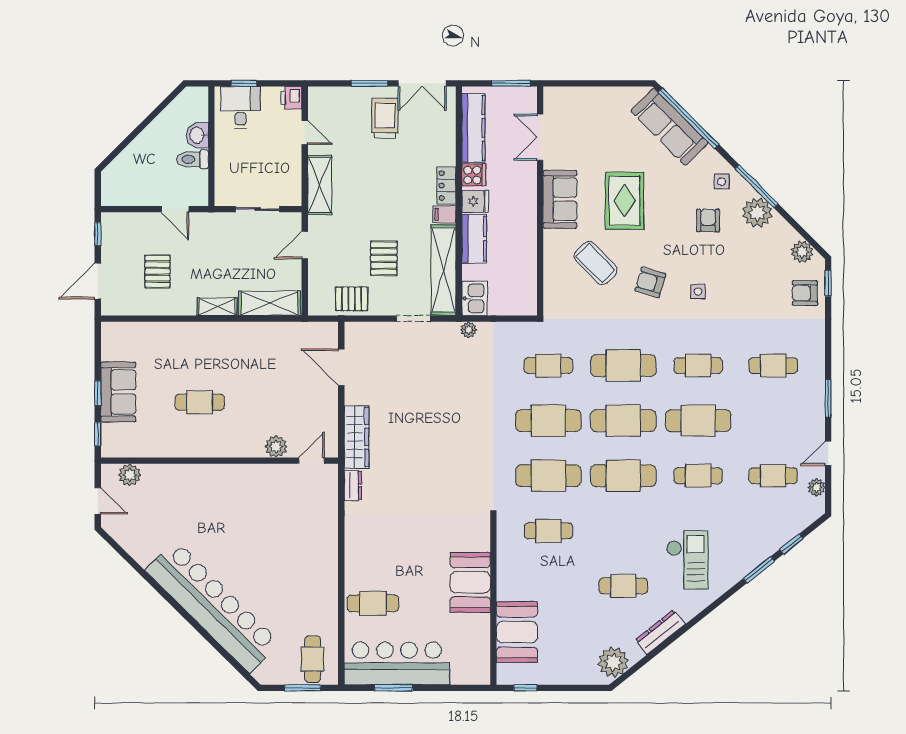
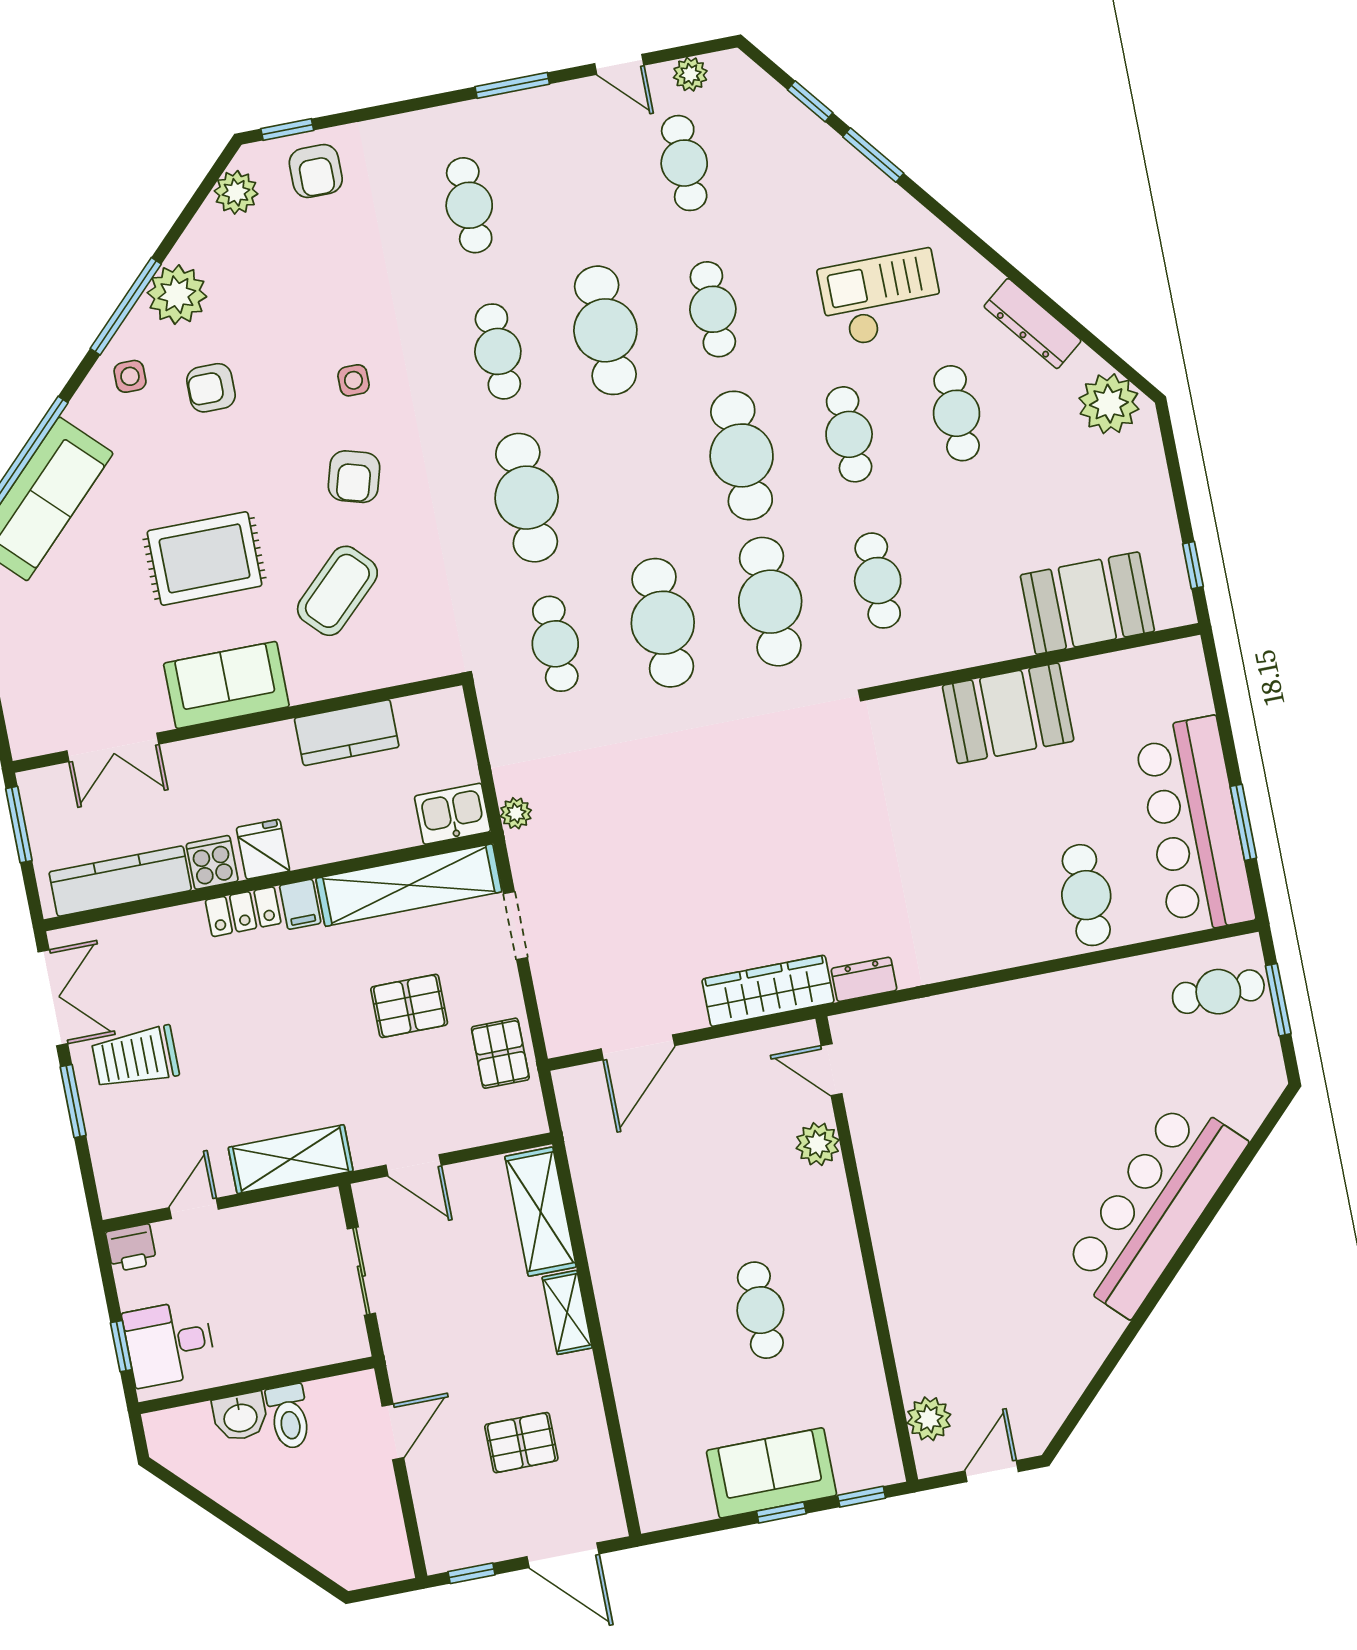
kitchen counter: (474, 239) -> (347, 733), moved, turned 180
cafe table: (623, 421) -> (849, 434), moved, width x0.73, depth x0.74
bar counter: (212, 606) -> (1154, 1207), width x0.73

